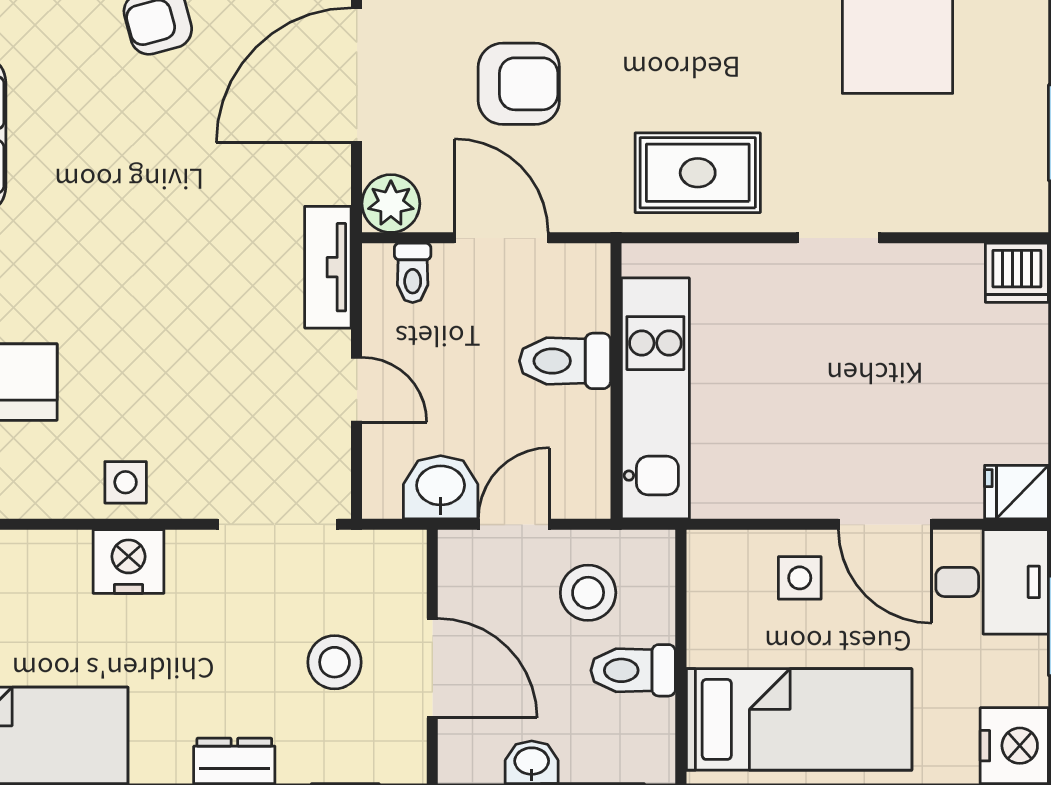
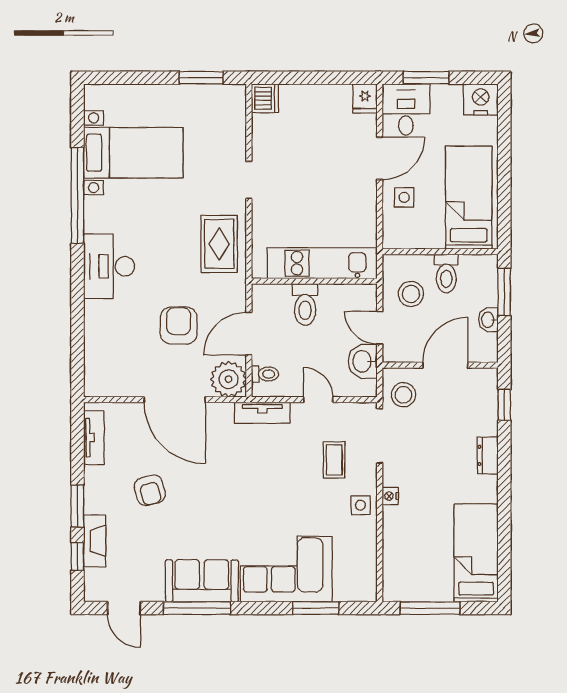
plant: (391, 204) -> (228, 379), width x1.36, depth x1.36
door: (357, 390) -> (318, 400), hinge flipped
coffee table: (224, 425) -> (334, 460), added
nightstand: (129, 562) -> (390, 496), width x0.53, depth x0.56
stool: (335, 662) -> (403, 395), moved

